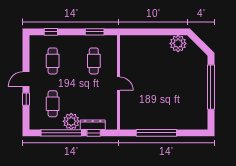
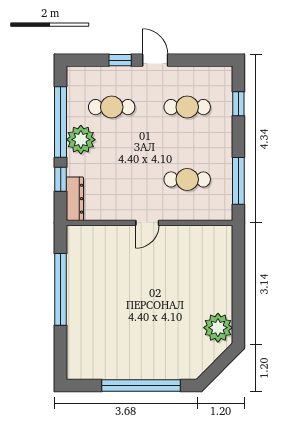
window: (95, 32) -> (238, 181), width x1.44
dresser: (93, 125) -> (75, 199), moved

